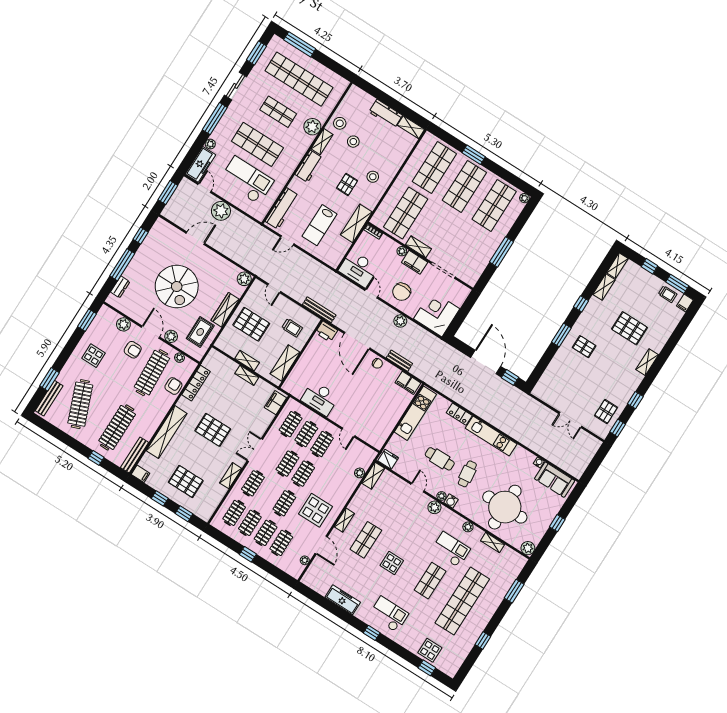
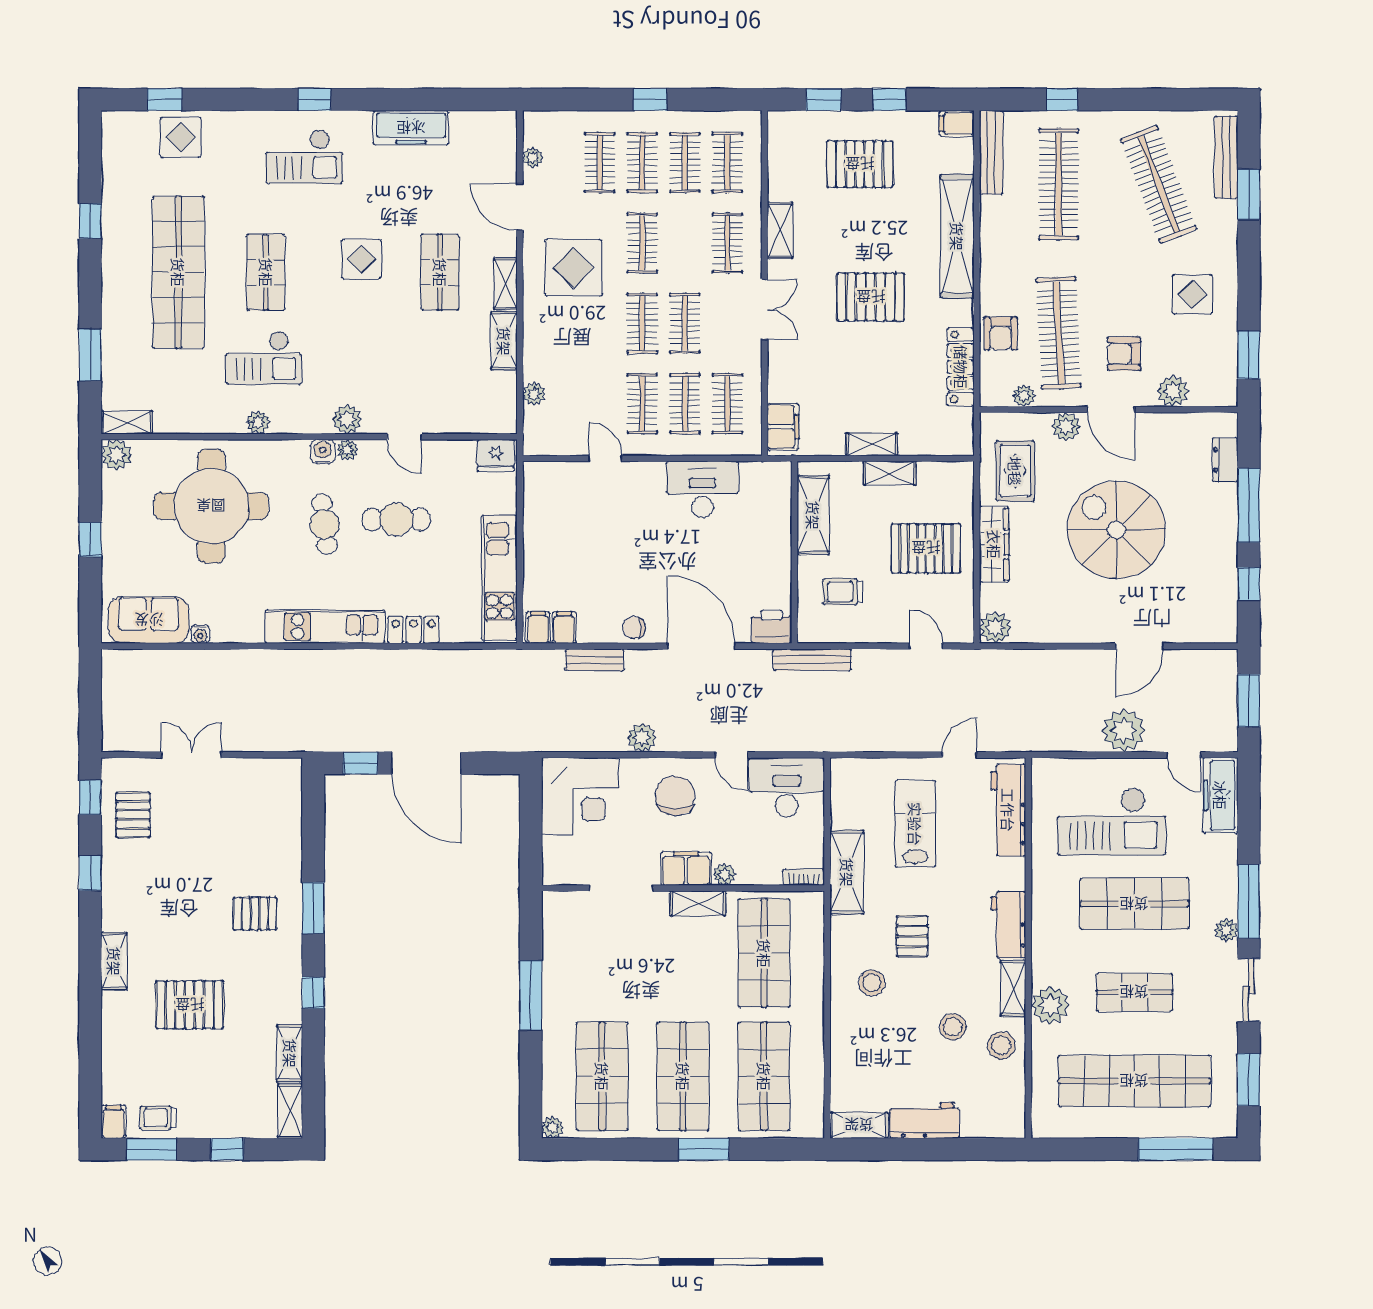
plant: (210, 144) -> (1226, 930), moved
shelving: (373, 476) -> (504, 341), moved
shelving: (493, 543) -> (127, 422), moved

